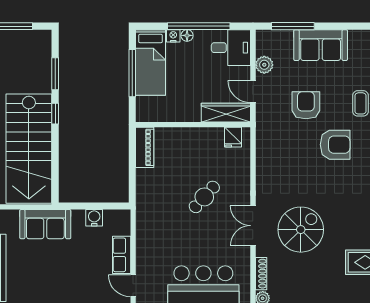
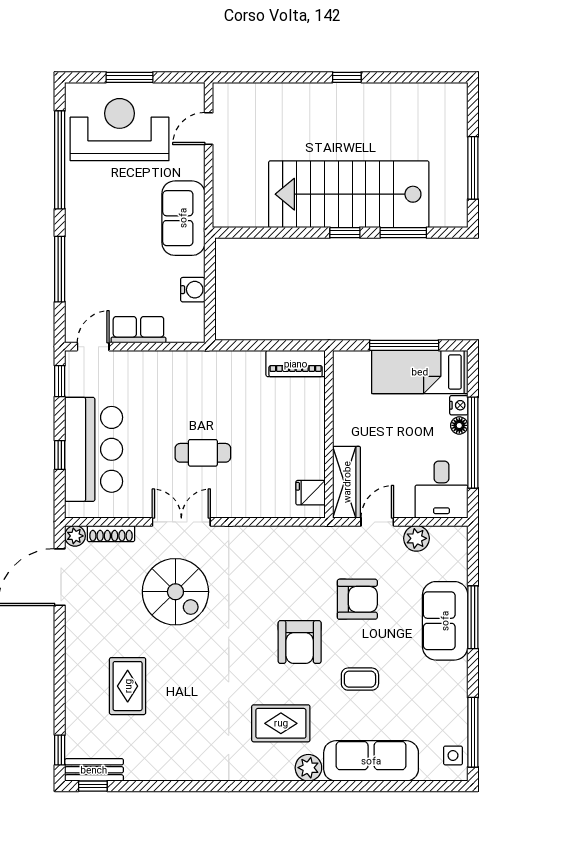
window: (293, 26) -> (473, 617), moved
stairs: (29, 149) -> (349, 194), moved
cafe table: (204, 197) -> (203, 453), moved, turned -42

